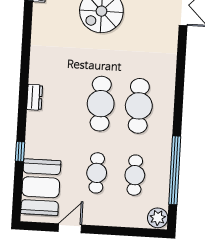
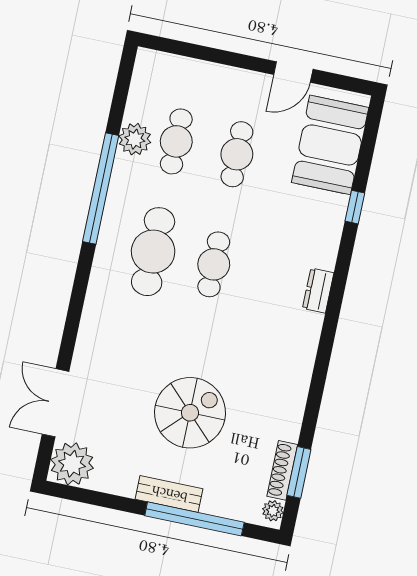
cafe table: (101, 104) -> (214, 264), width x0.73, depth x0.74
window: (175, 170) -> (101, 188), moved
plant: (158, 218) -> (135, 139), moved

